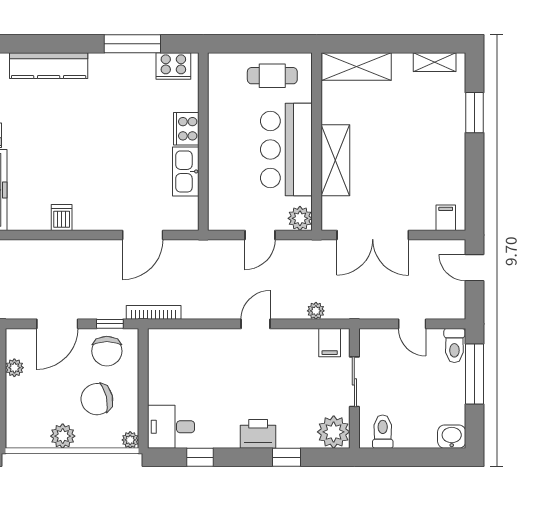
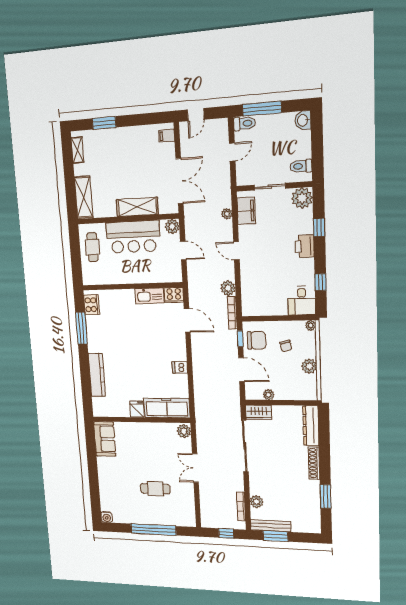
cooker: (186, 129) -> (174, 295), moved
plant: (195, 307) -> (228, 288), added
filing cabinet: (330, 343) -> (246, 211), width x2.00
chair: (97, 399) -> (286, 346), width x0.54, depth x0.54

